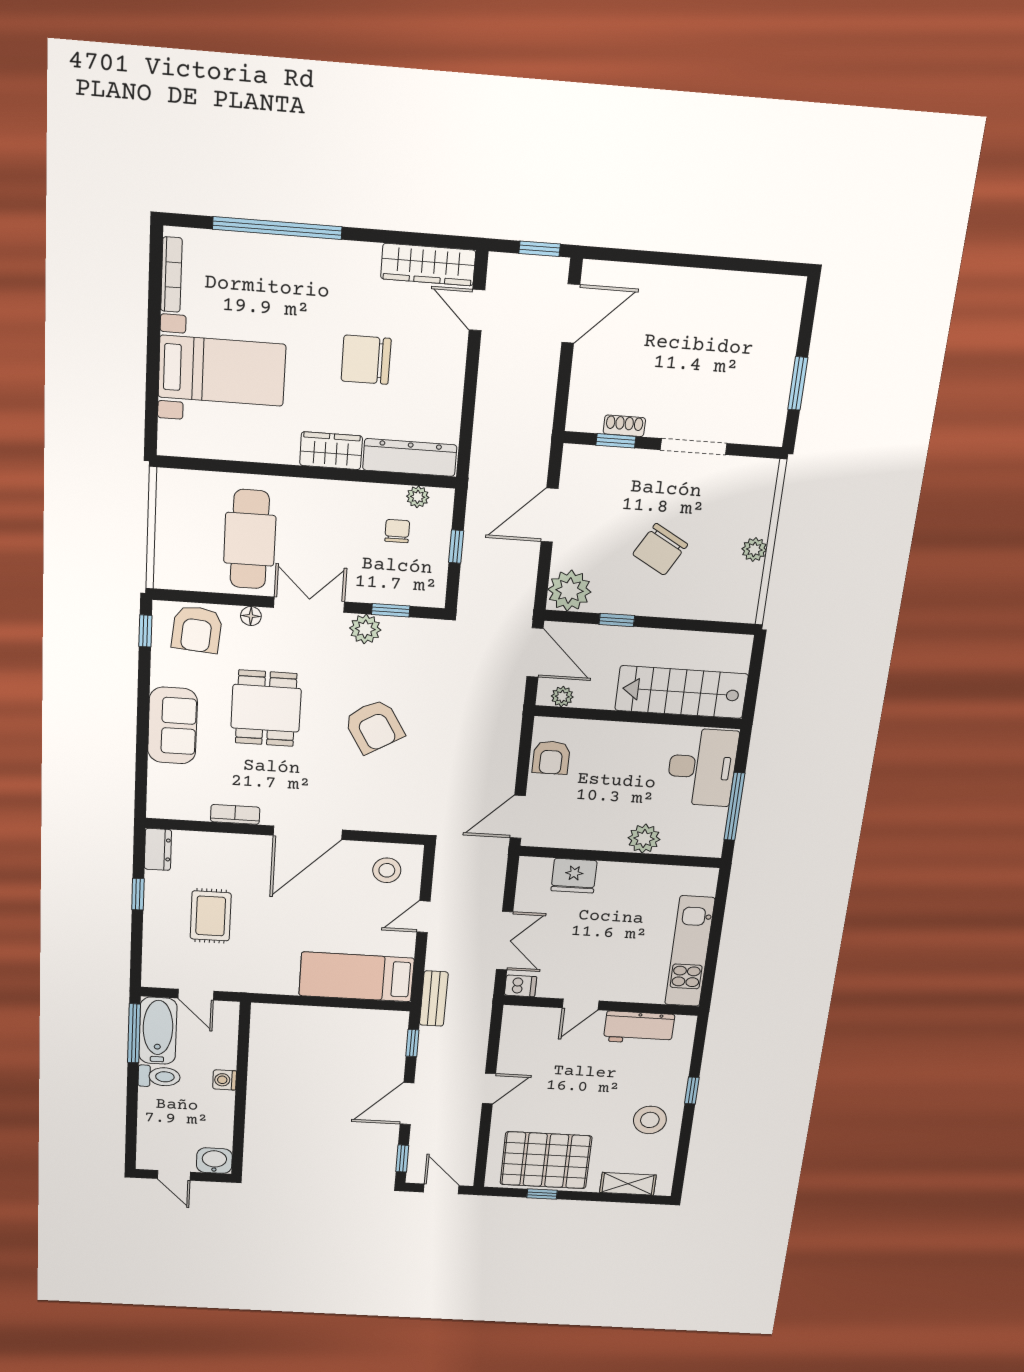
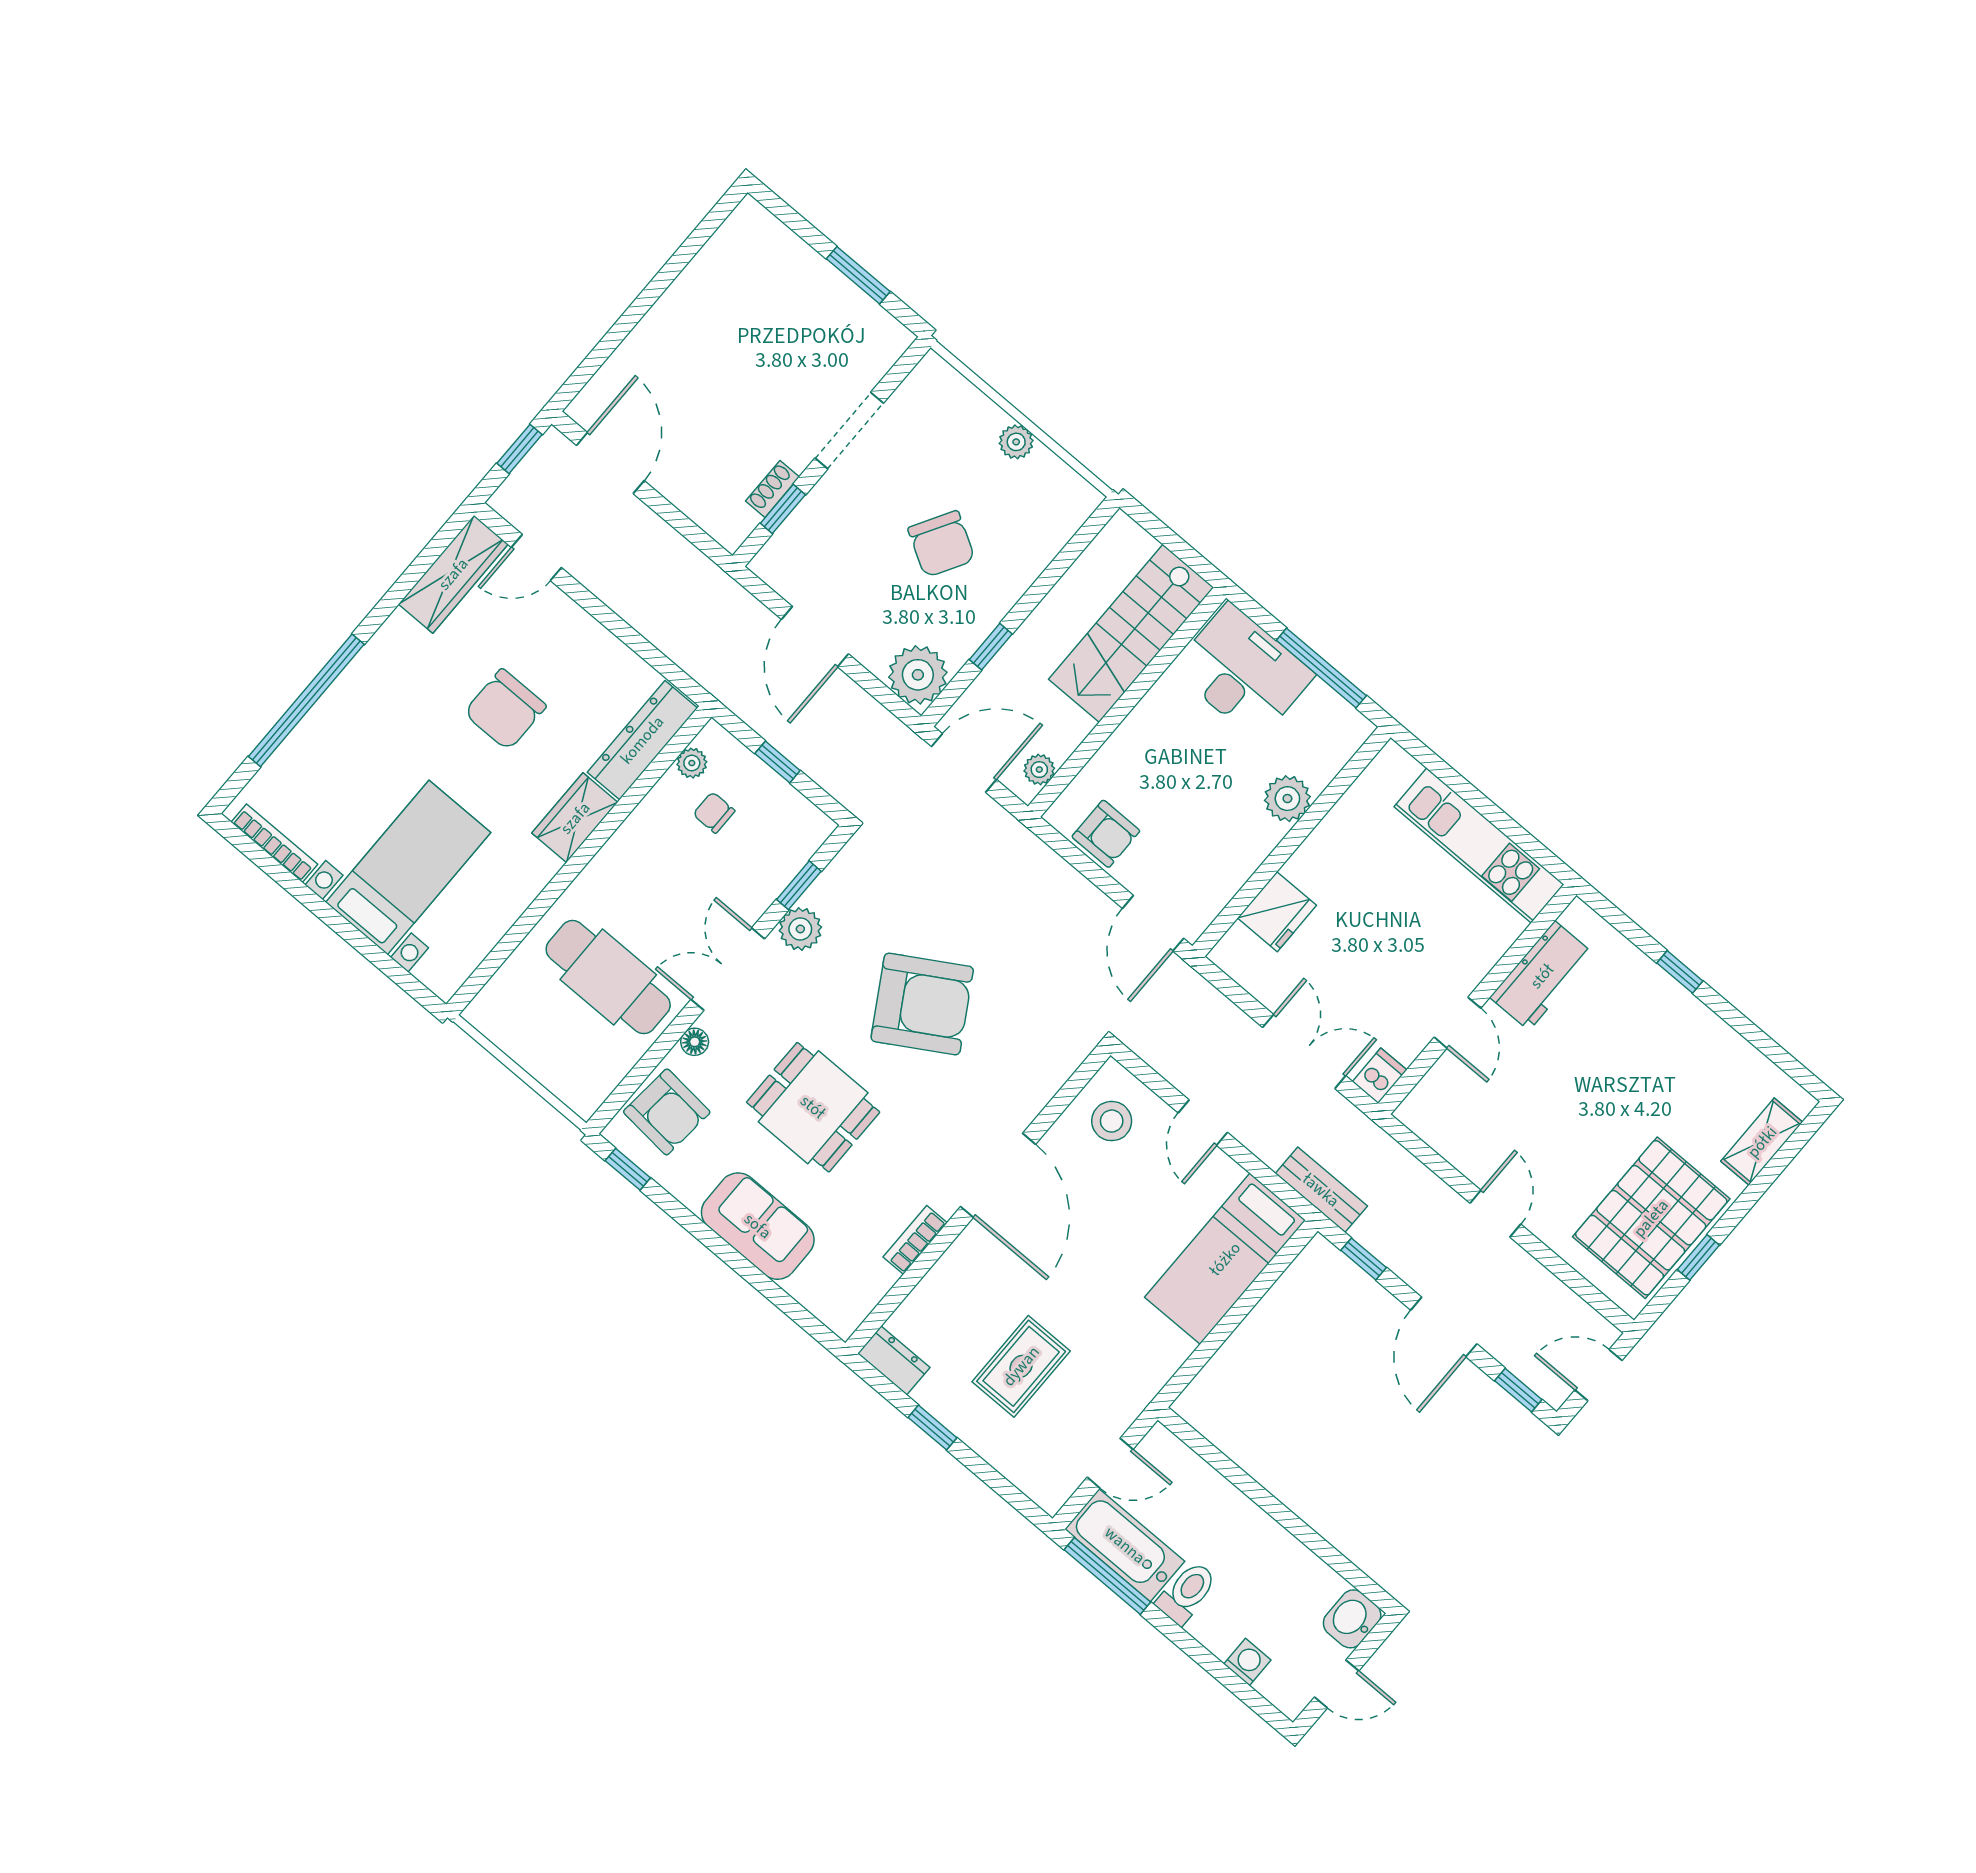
armchair: (374, 726) -> (922, 1004), width x1.36, depth x1.36
rug: (211, 916) -> (1021, 1366), turned 90
washing machine: (225, 1080) -> (1247, 1662), moved, turned 180
stool: (650, 1120) -> (1686, 1051), removed

